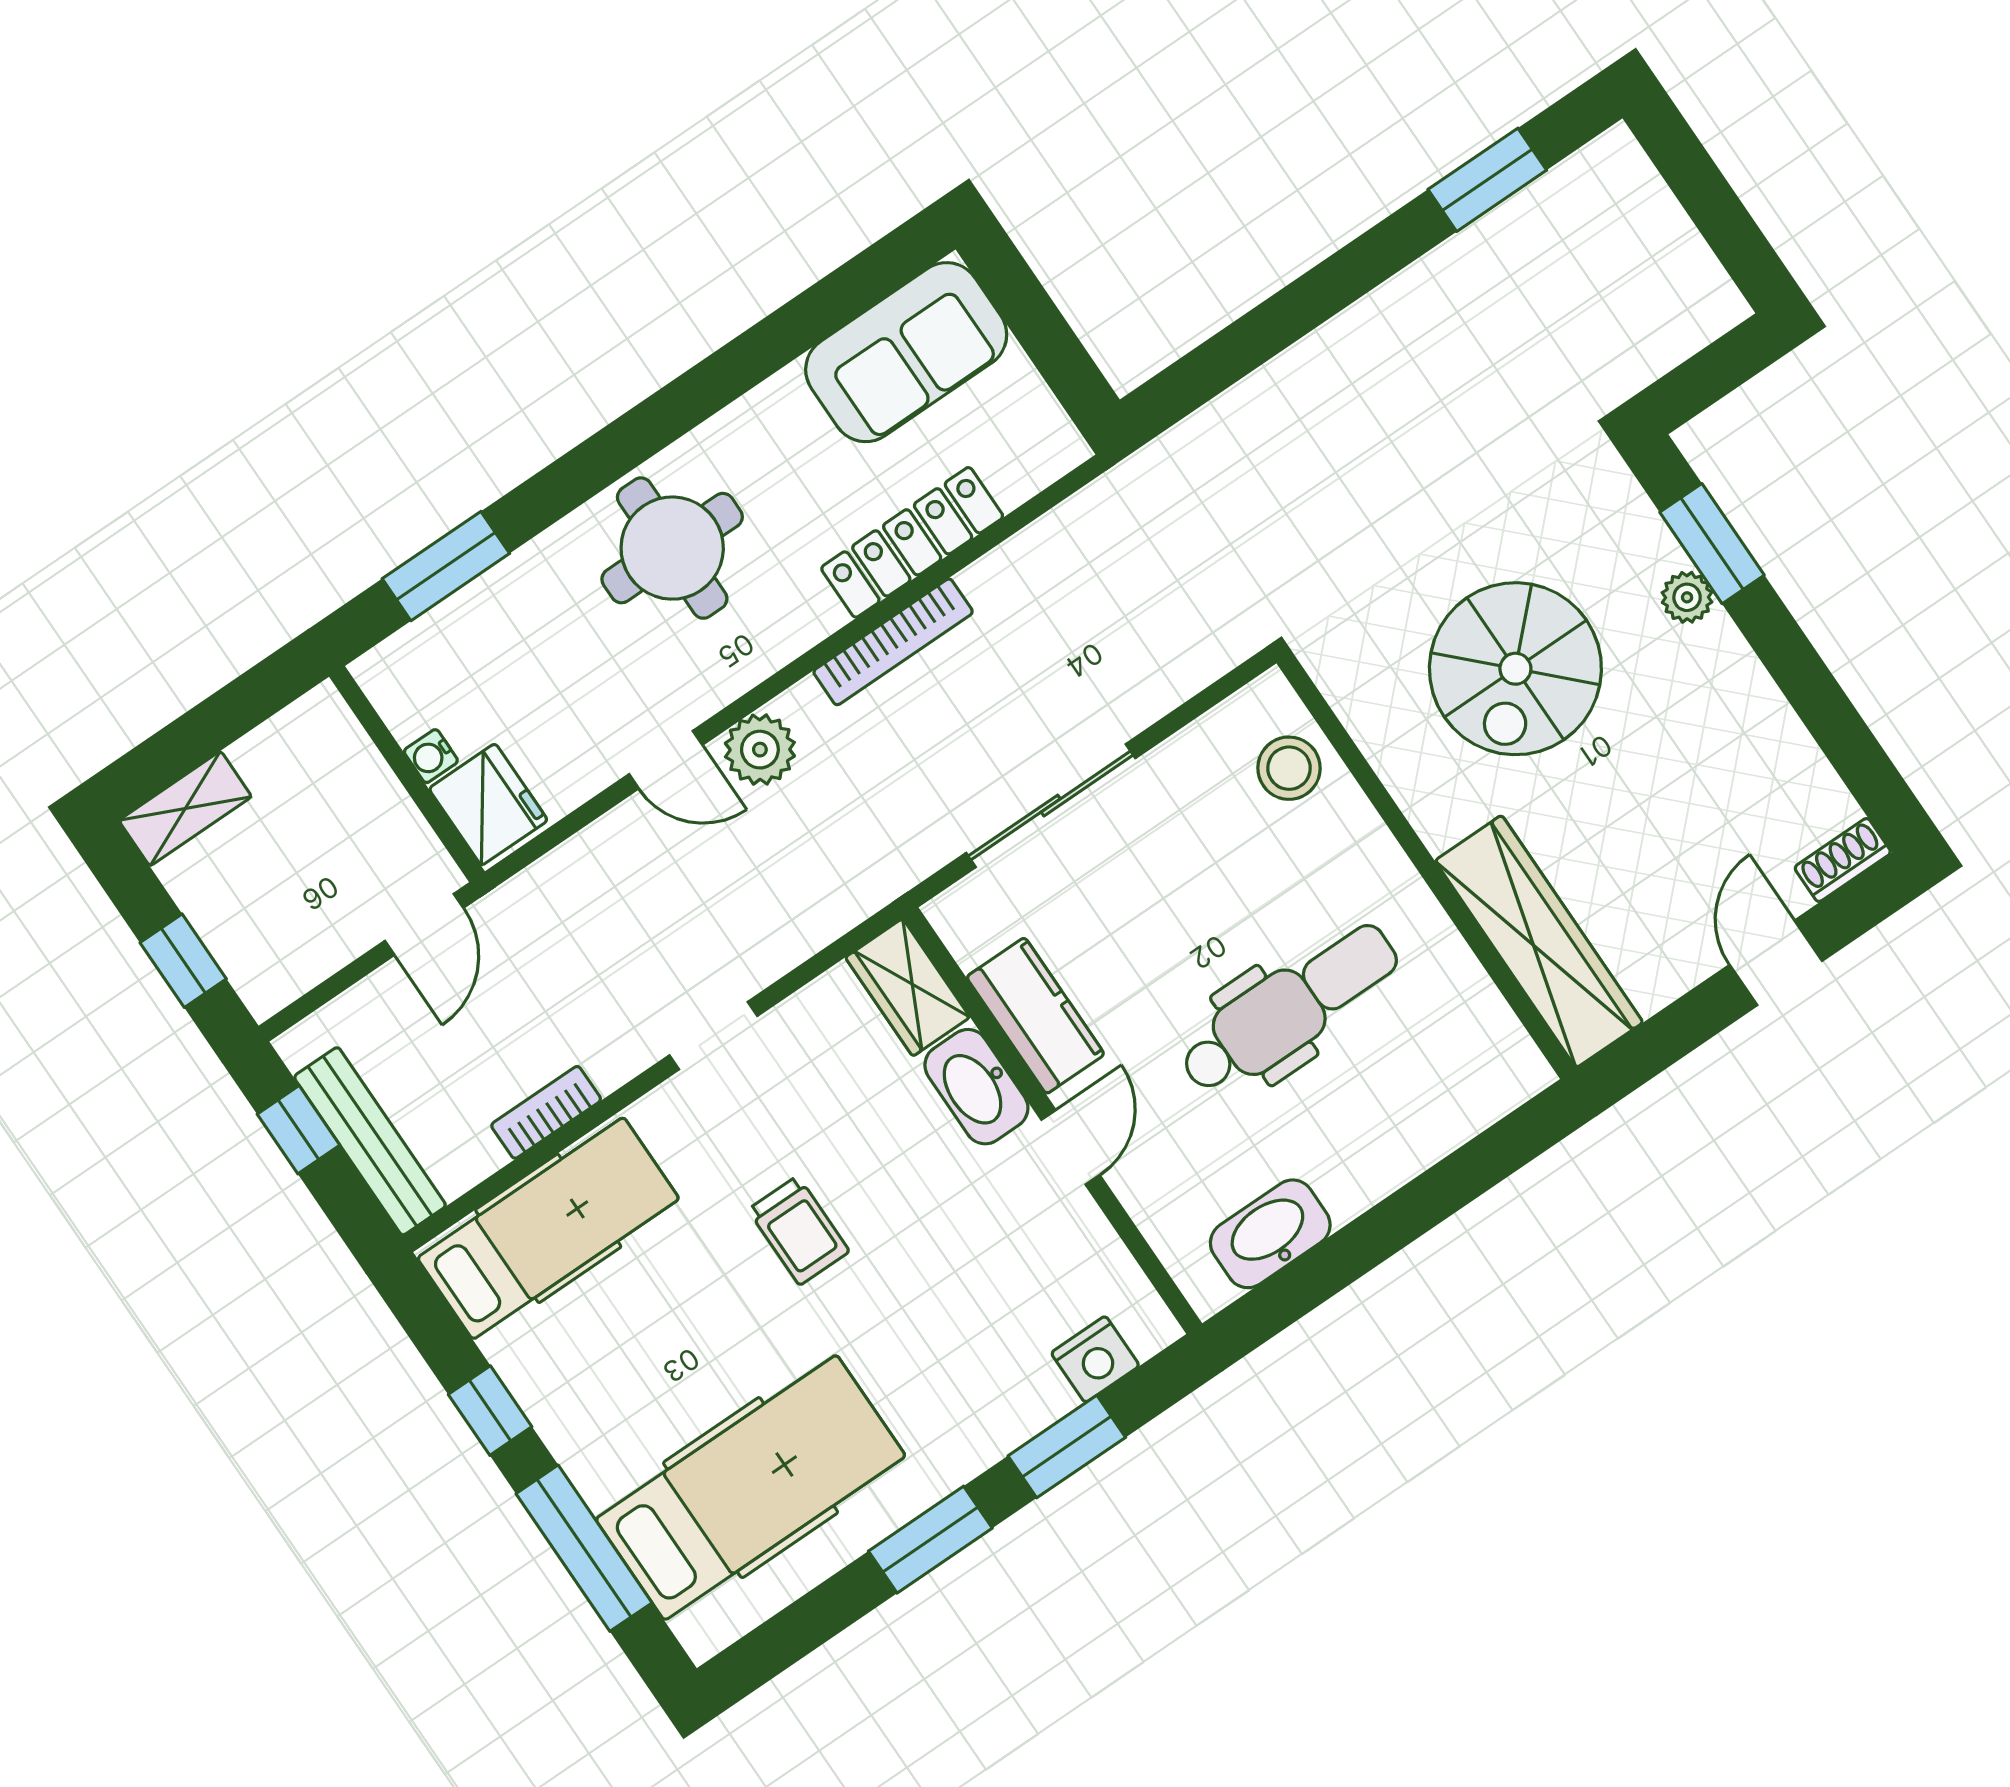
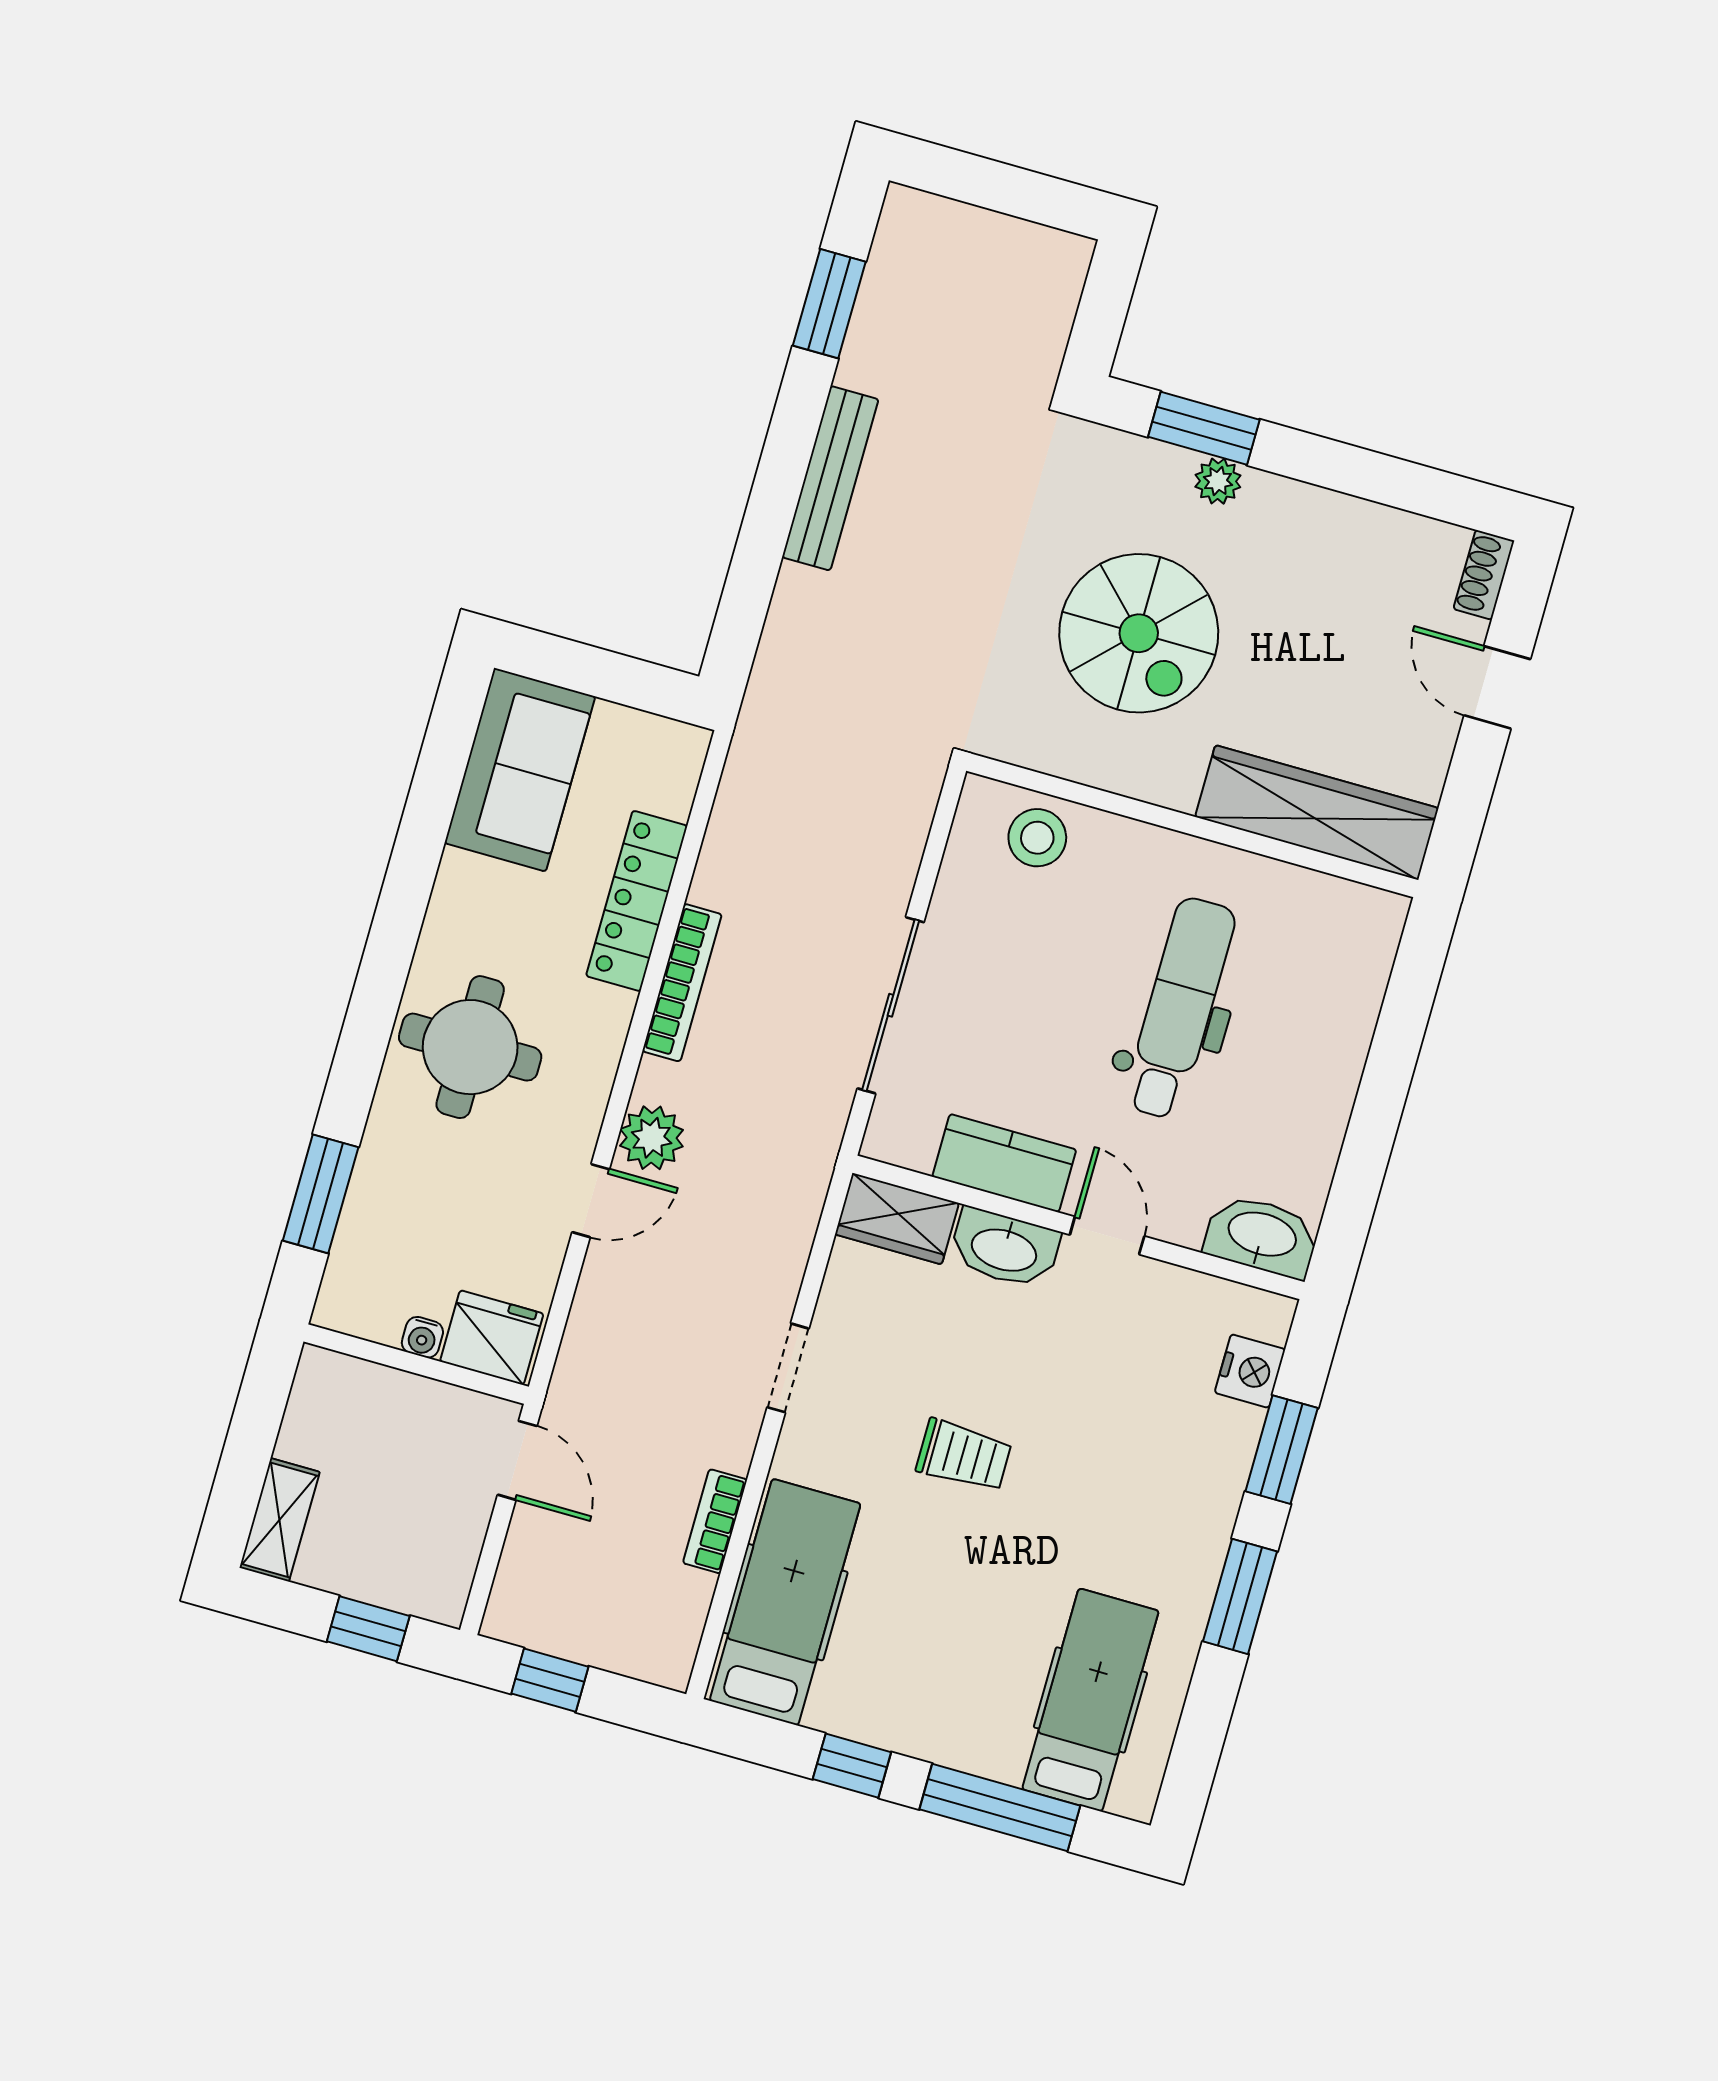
bench: (370, 1141) -> (830, 478), moved, turned 90
washbasin: (1270, 1234) -> (1262, 1236), moved, turned 90
hospital bed: (751, 1488) -> (1090, 1700), width x0.73, depth x0.78

